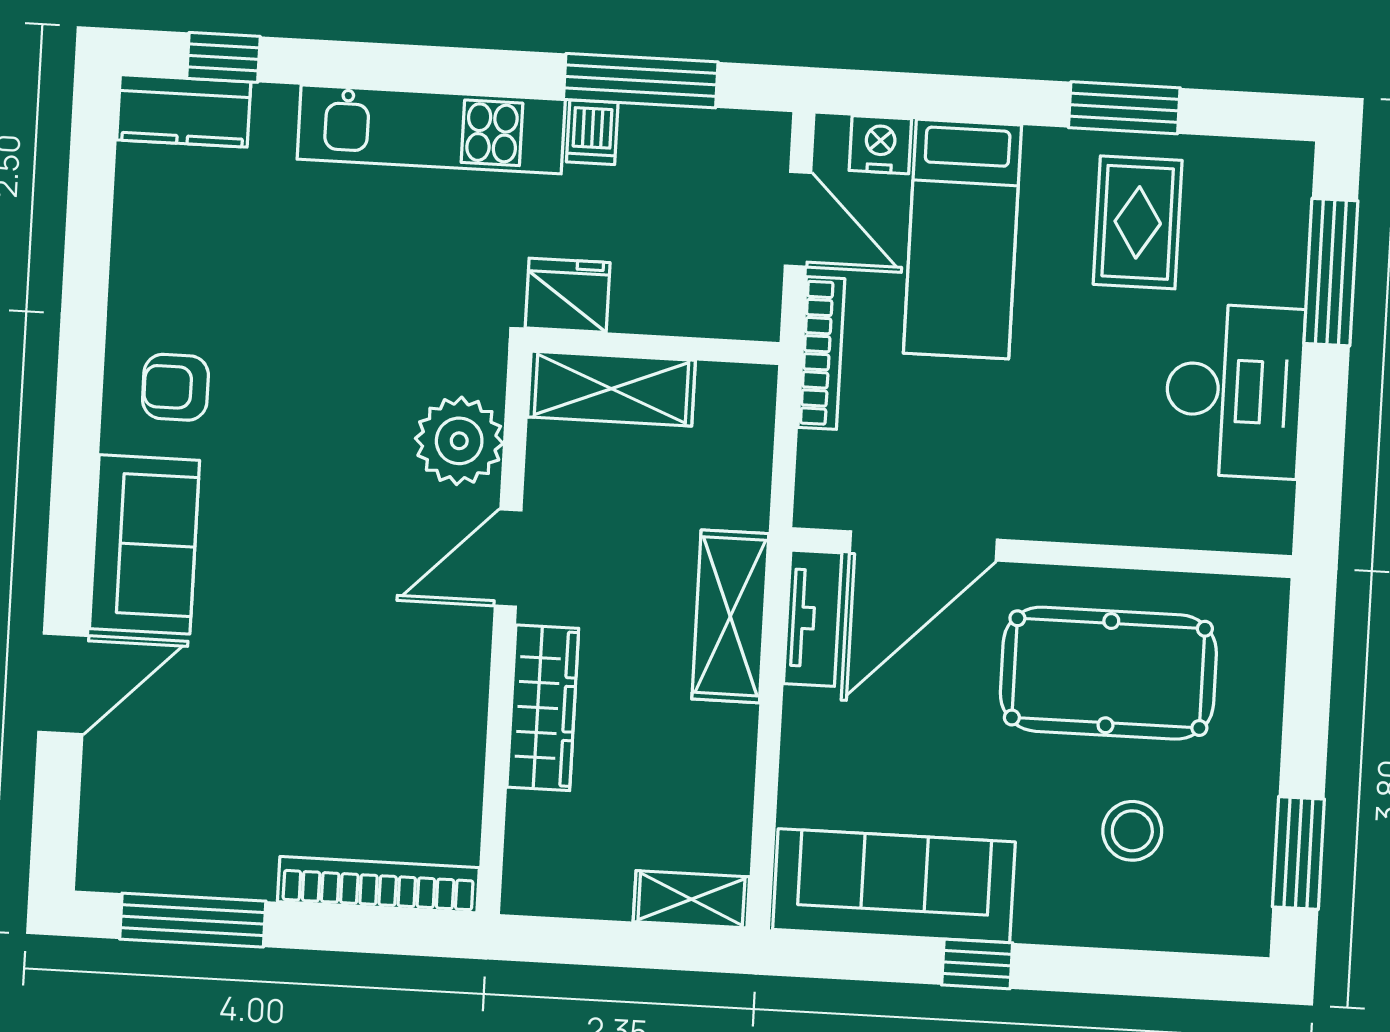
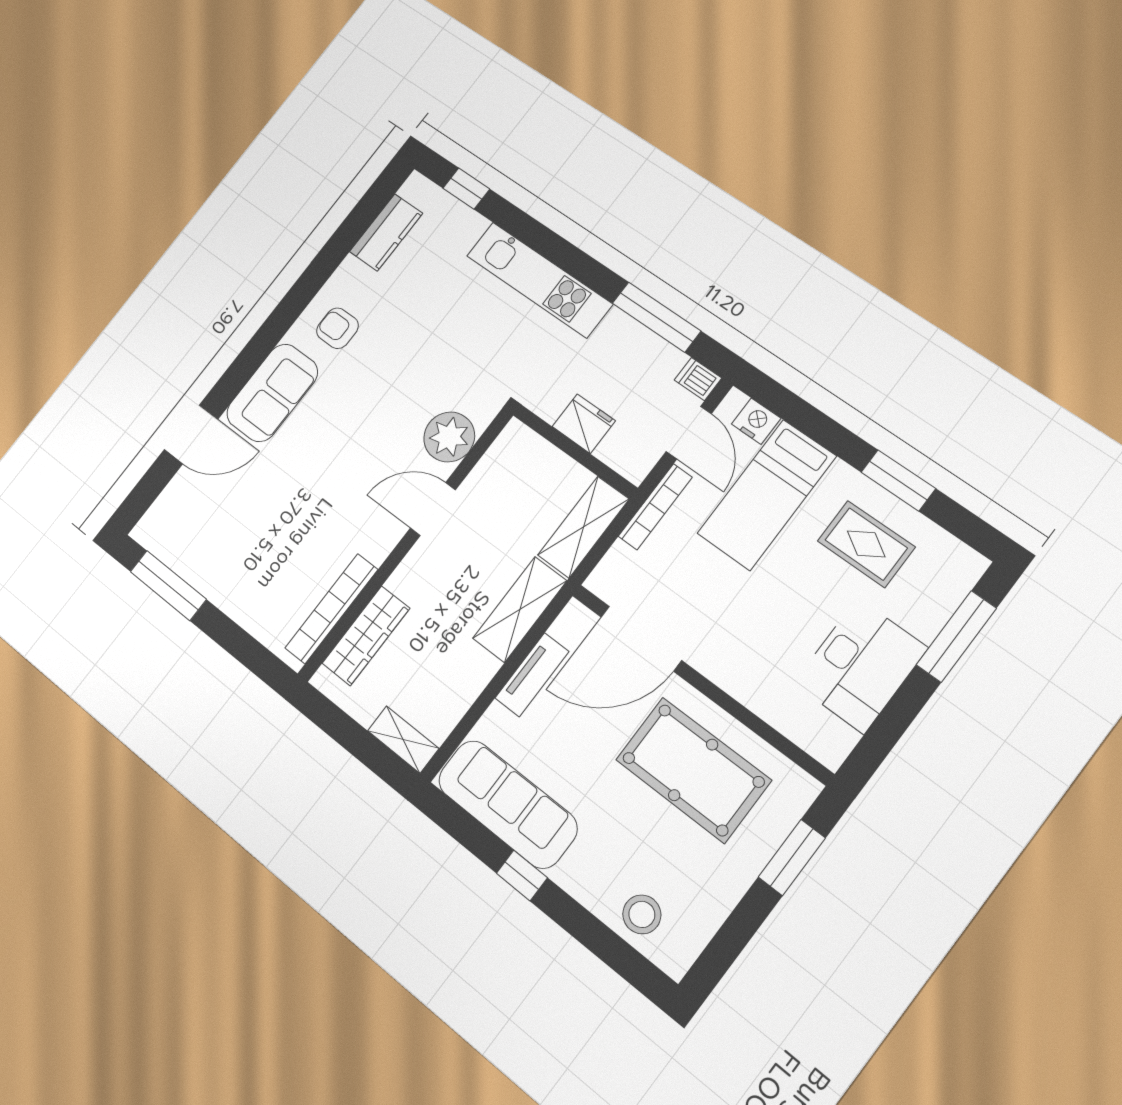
kitchen counter: (184, 111) -> (386, 232), moved, turned -90
dishwasher: (592, 132) -> (698, 379), moved, turned 90
rug: (1138, 222) -> (866, 544), turned 90
fridge: (568, 295) -> (584, 424), moved
shelving: (611, 389) -> (584, 527), moved, turned 90
tv unit: (813, 618) -> (532, 675), moved
wardrobe: (543, 708) -> (366, 636), moved
stool: (1132, 831) -> (642, 914), moved
window: (1298, 853) -> (792, 858), moved
bookcase: (378, 885) -> (331, 609), moved, turned -90

